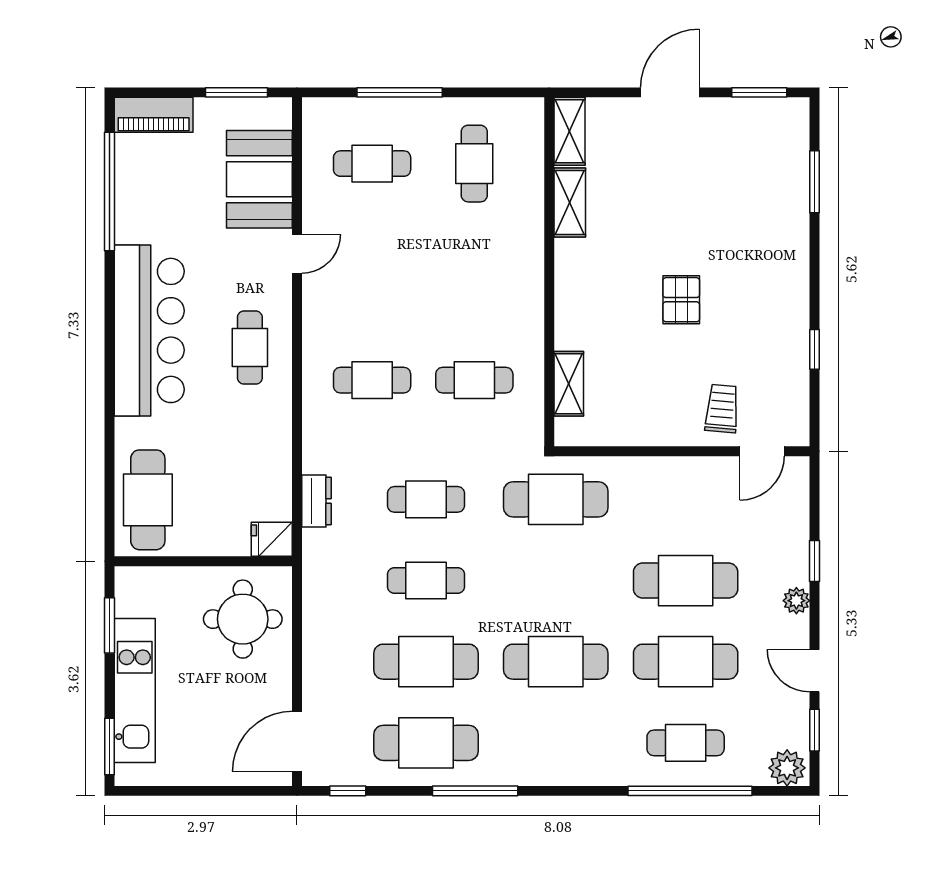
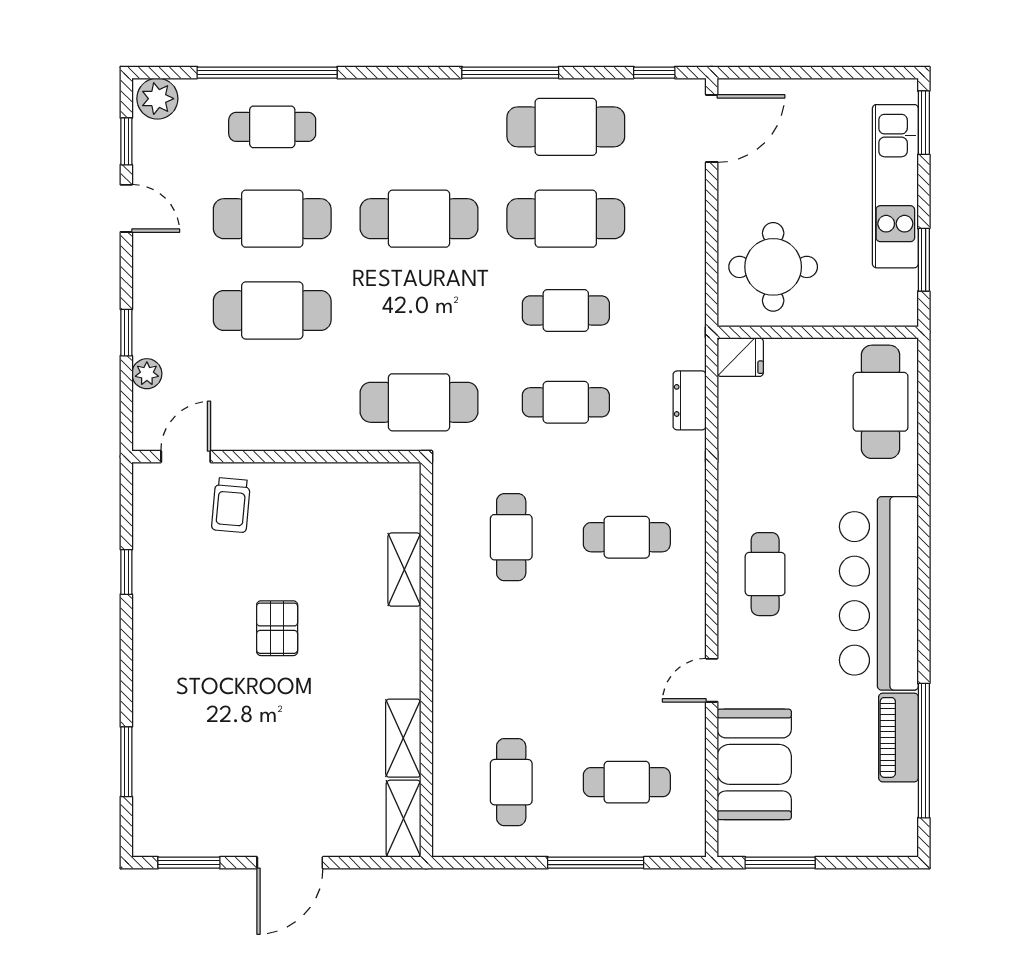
piano: (154, 115) -> (898, 737), moved, turned -90
cafe table: (474, 380) -> (511, 537), turned 90
shelving: (569, 384) -> (404, 570), moved
plant: (796, 601) -> (147, 374), moved

